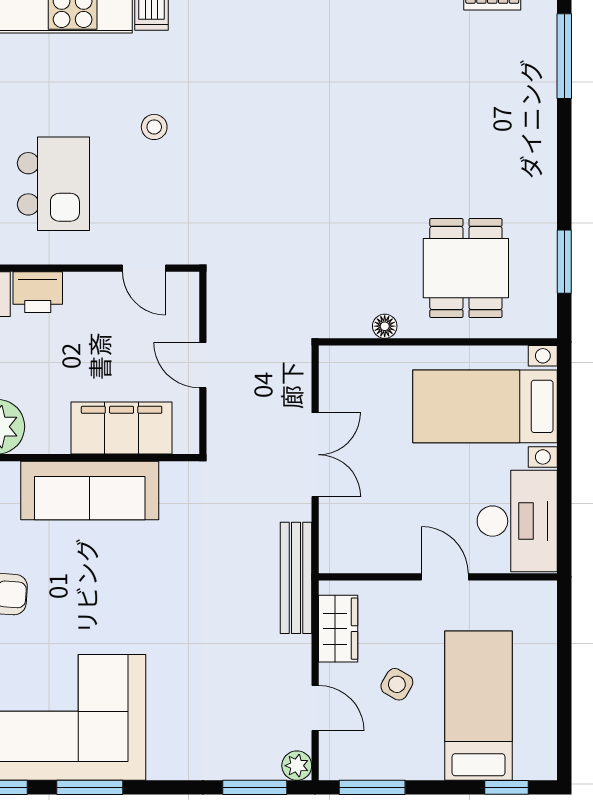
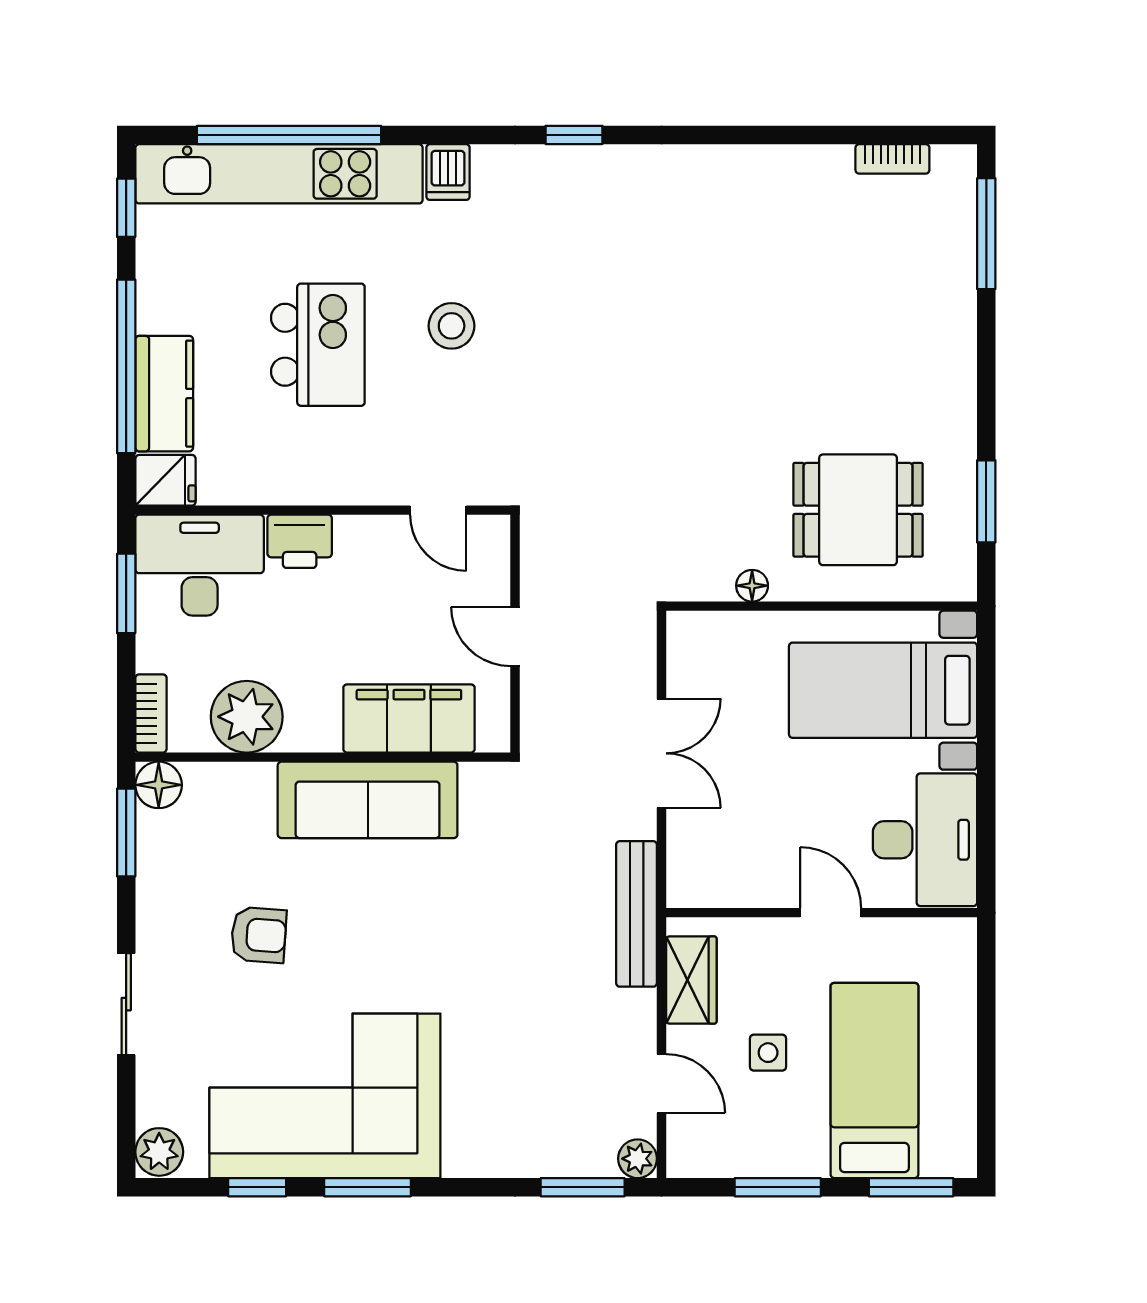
stool: (154, 127) -> (452, 326), width x1.37, depth x1.37
kitchen island: (53, 184) -> (318, 345), moved
dining table: (466, 268) -> (858, 510), turned 90
side table: (397, 684) -> (768, 1053), turned -30
window: (372, 787) -> (778, 1187), moved
window: (507, 787) -> (911, 1187), width x1.50

